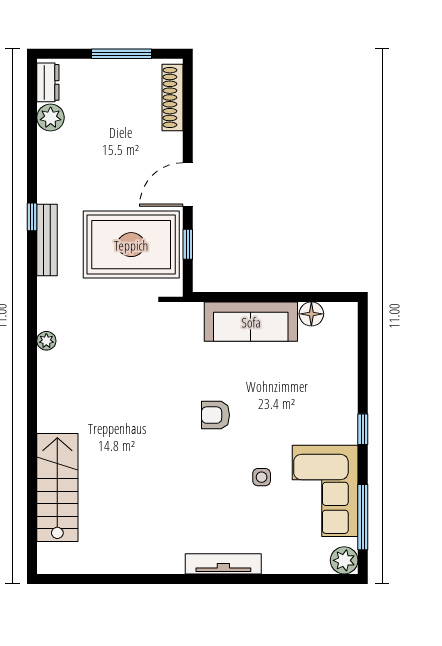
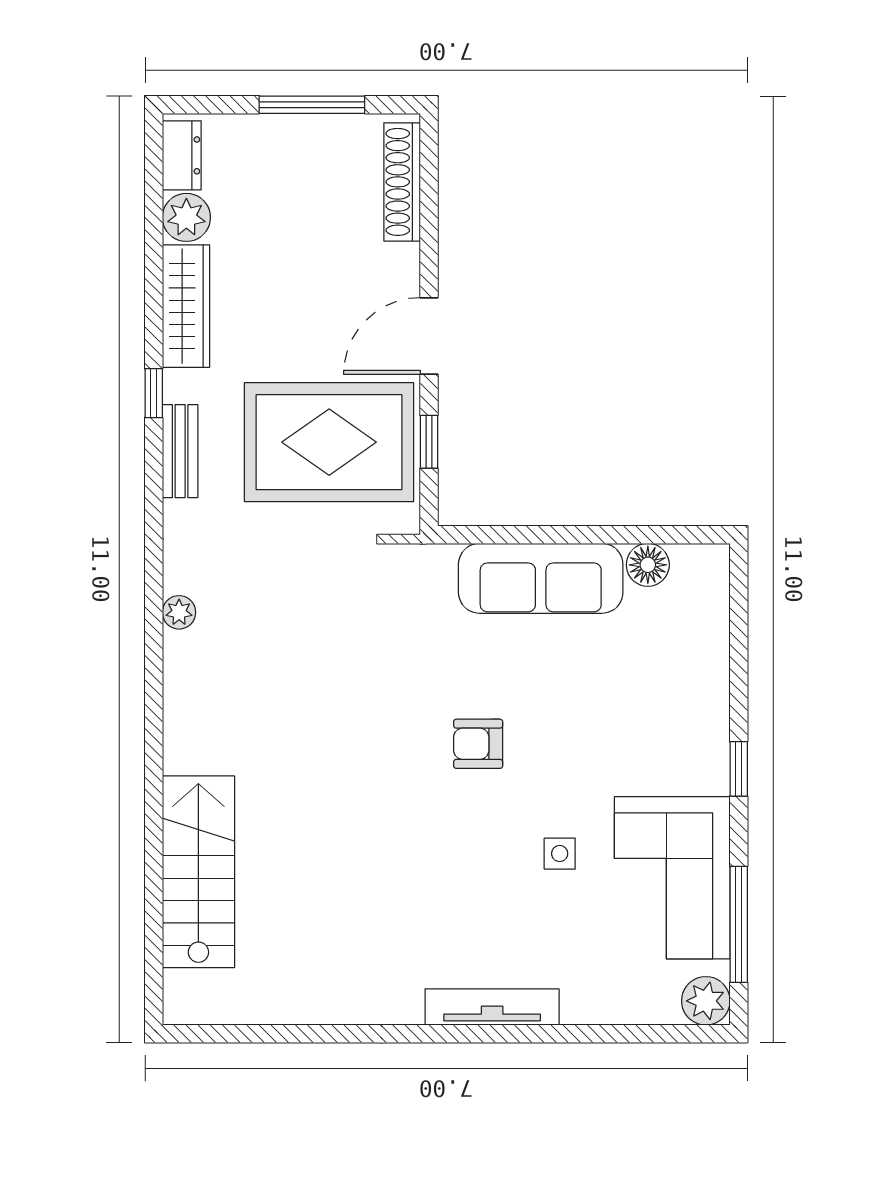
wardrobe: (50, 168) -> (186, 306), added
bench: (47, 240) -> (180, 451), width x0.73

